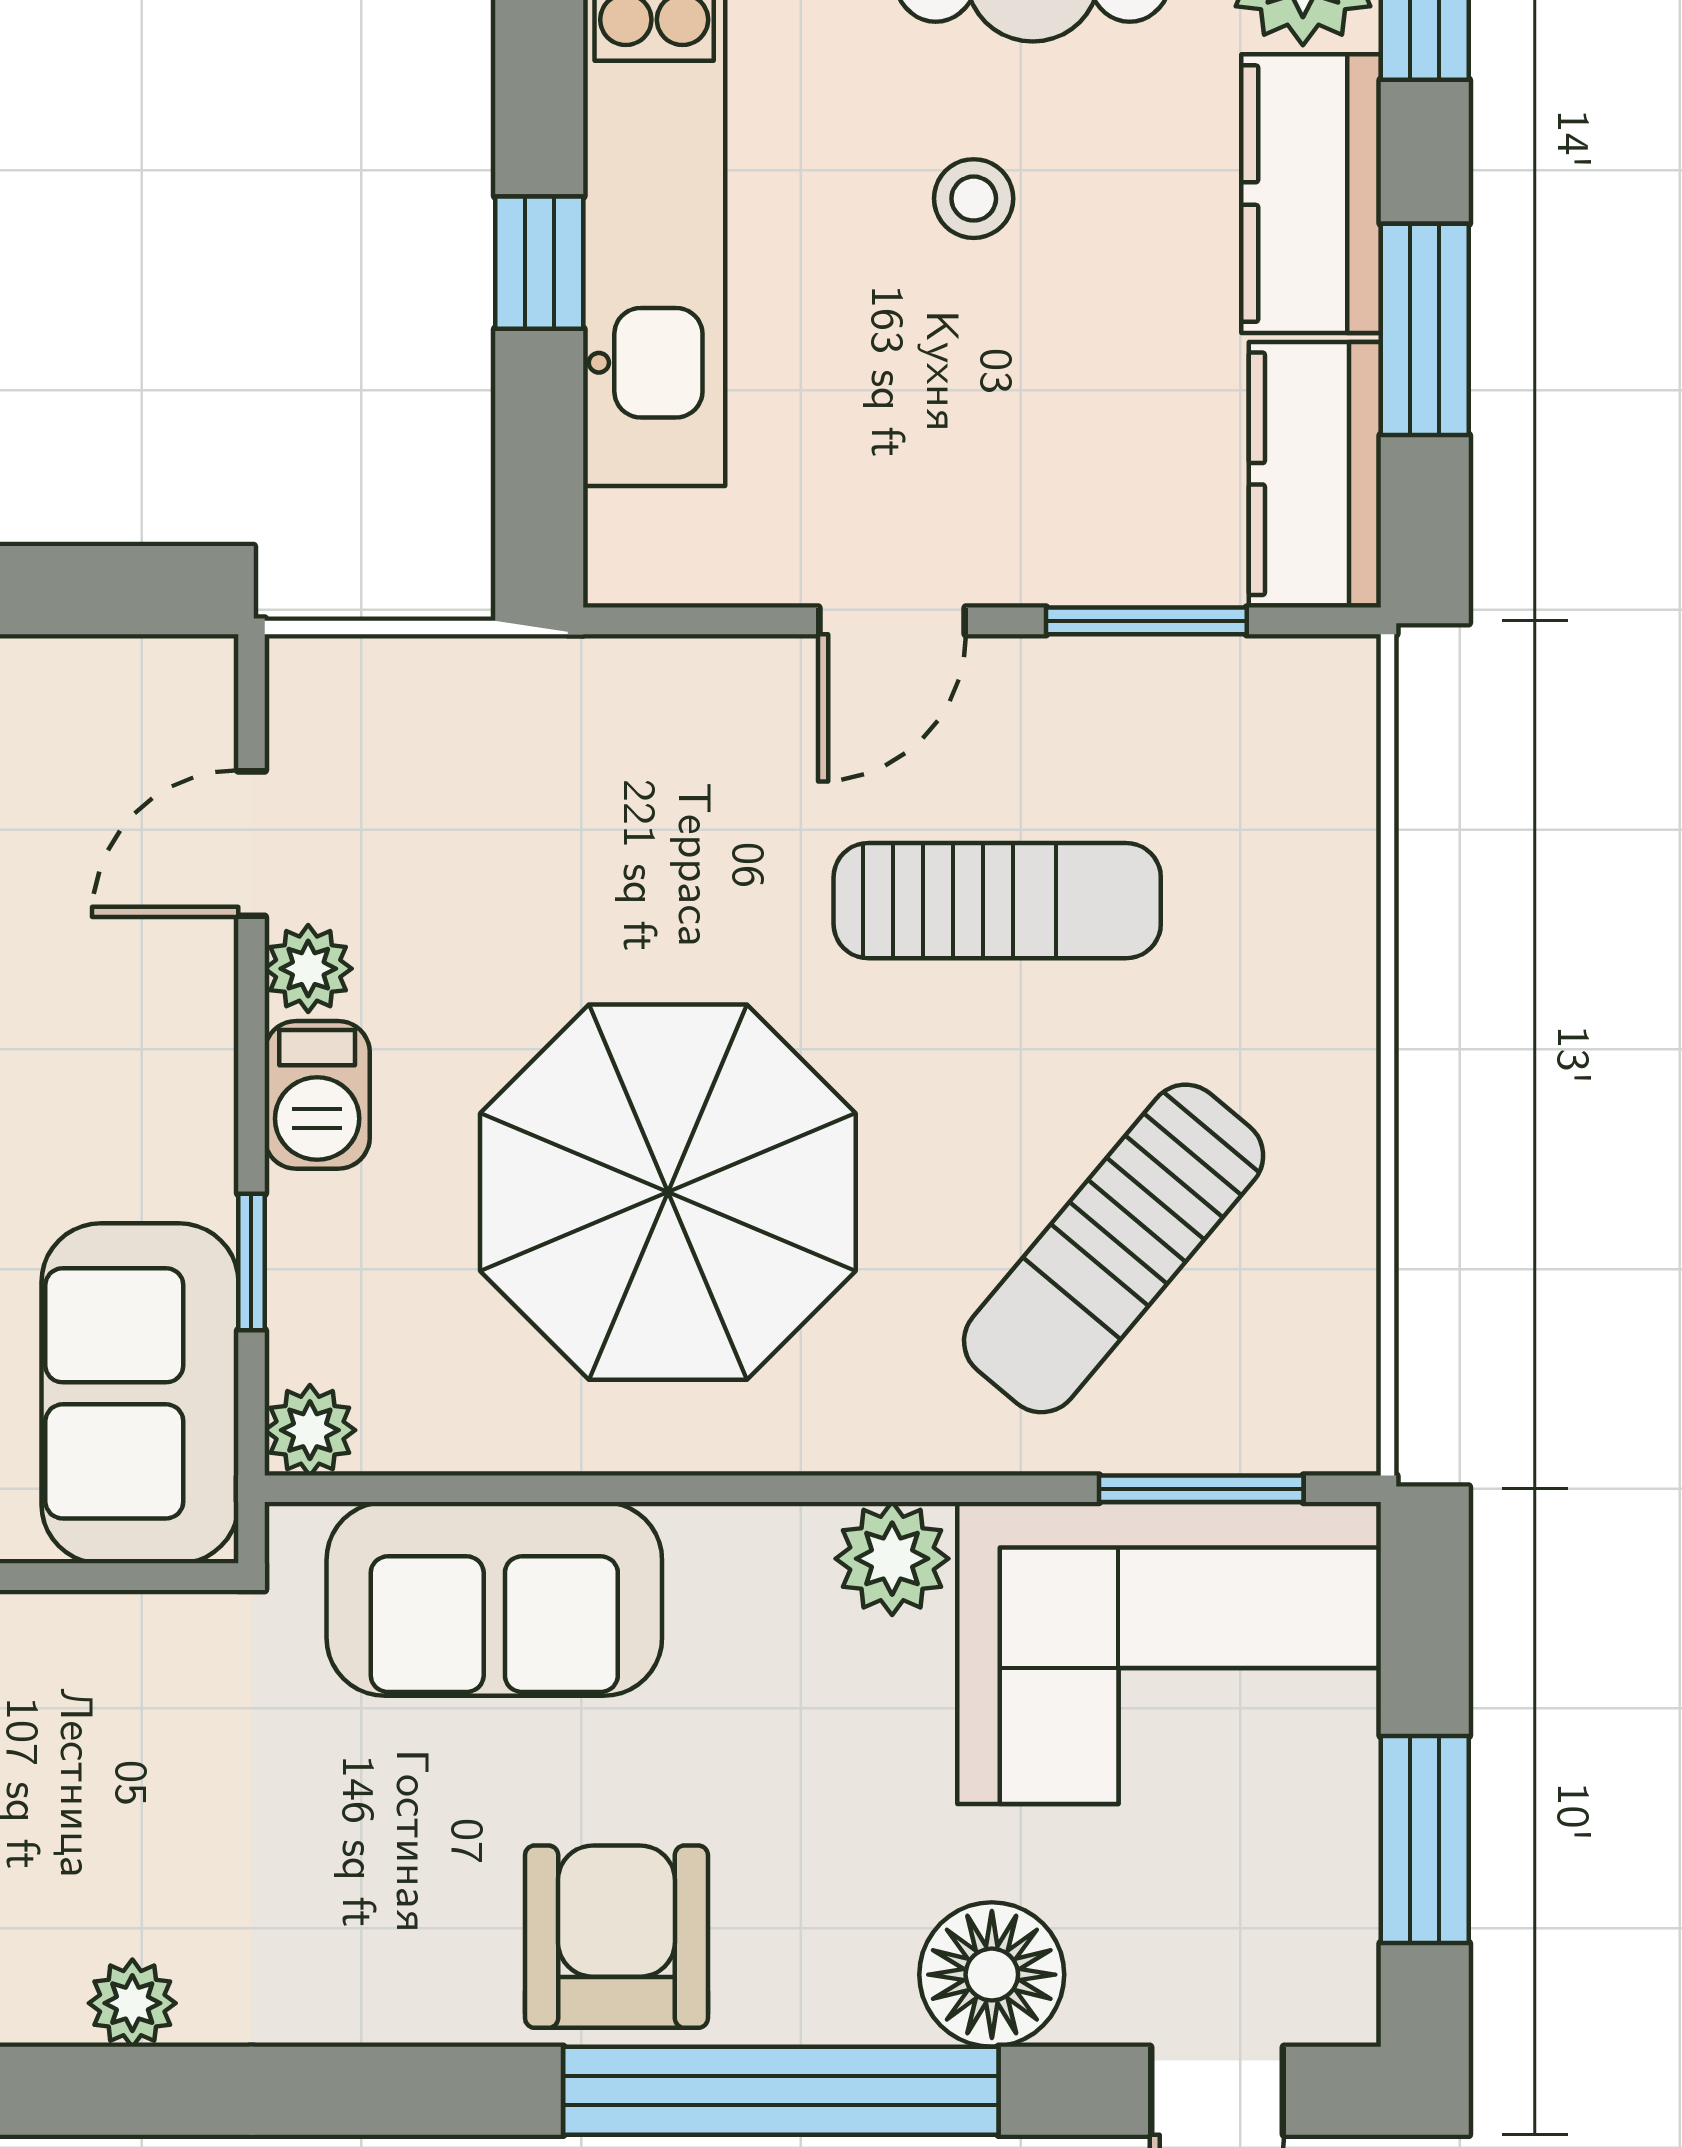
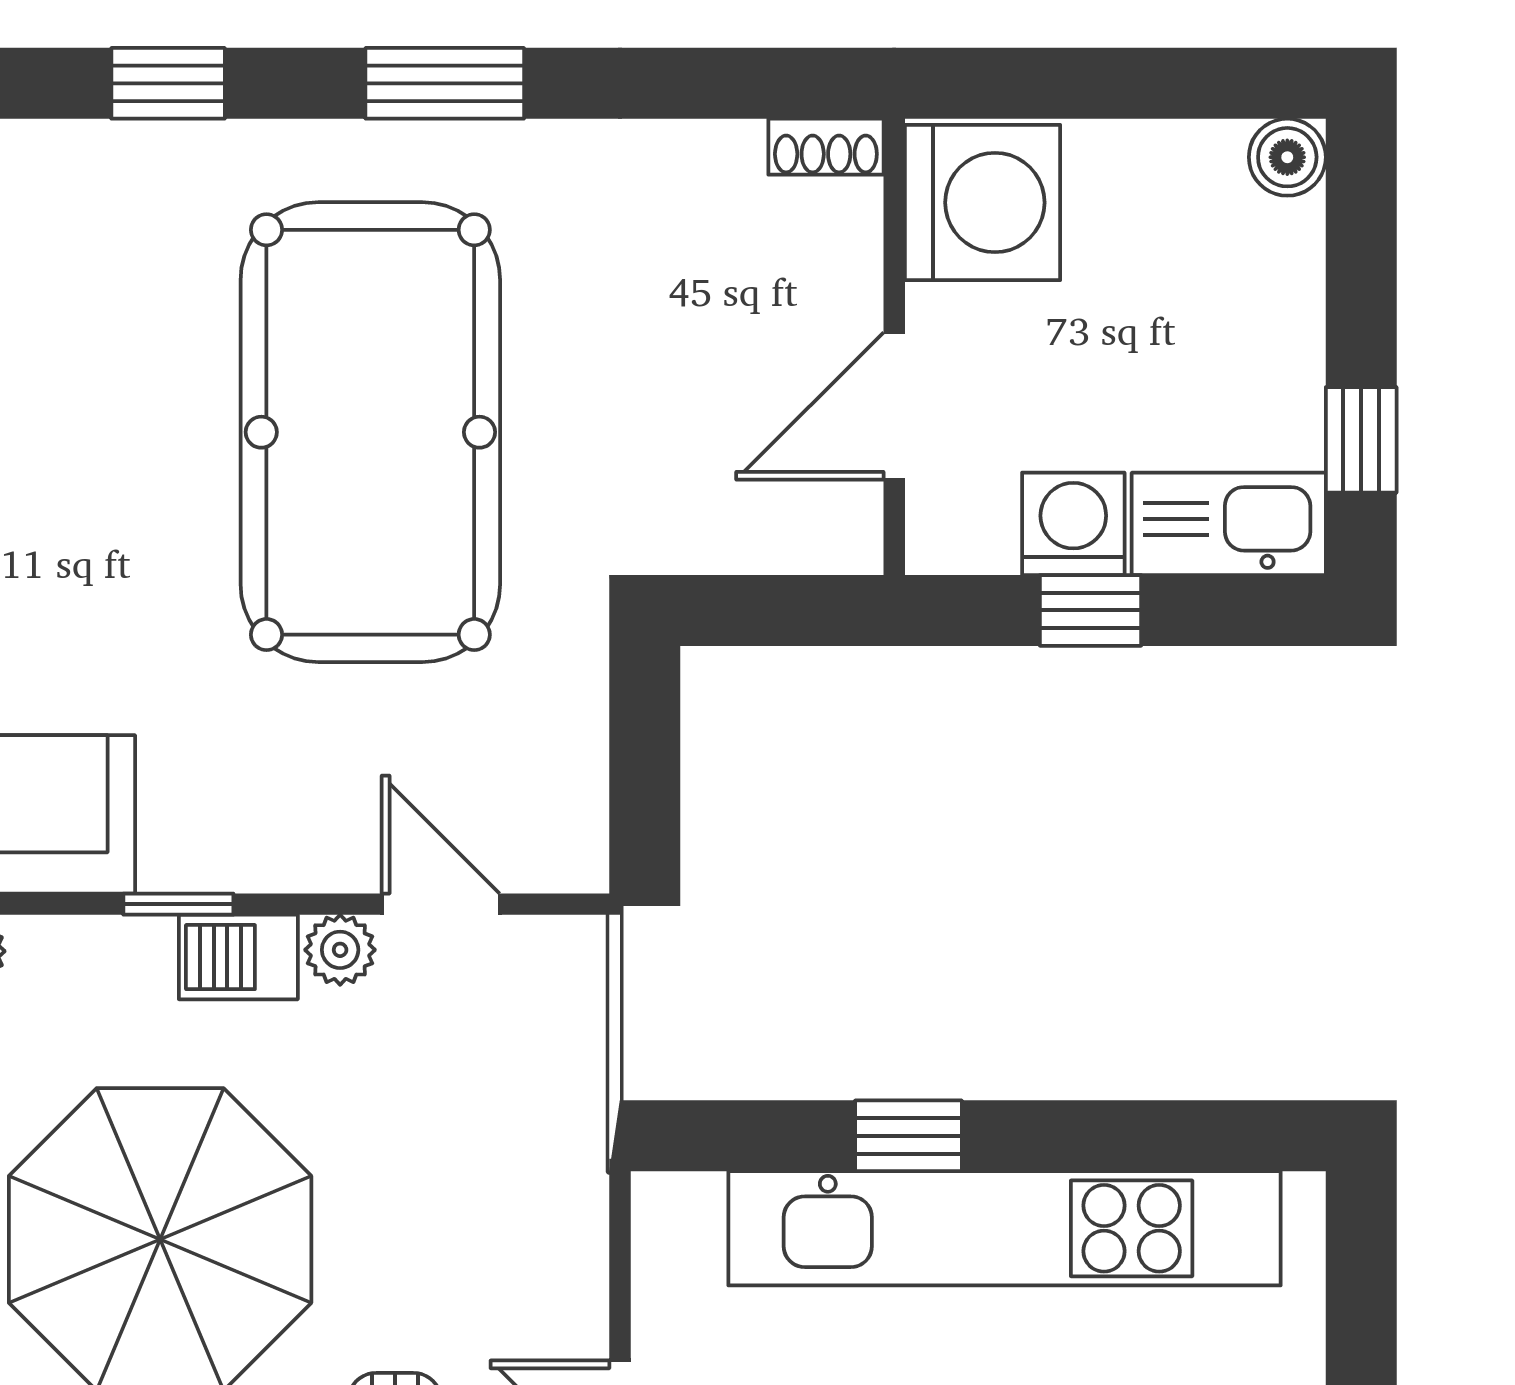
window: (251, 1262) -> (178, 904), moved

